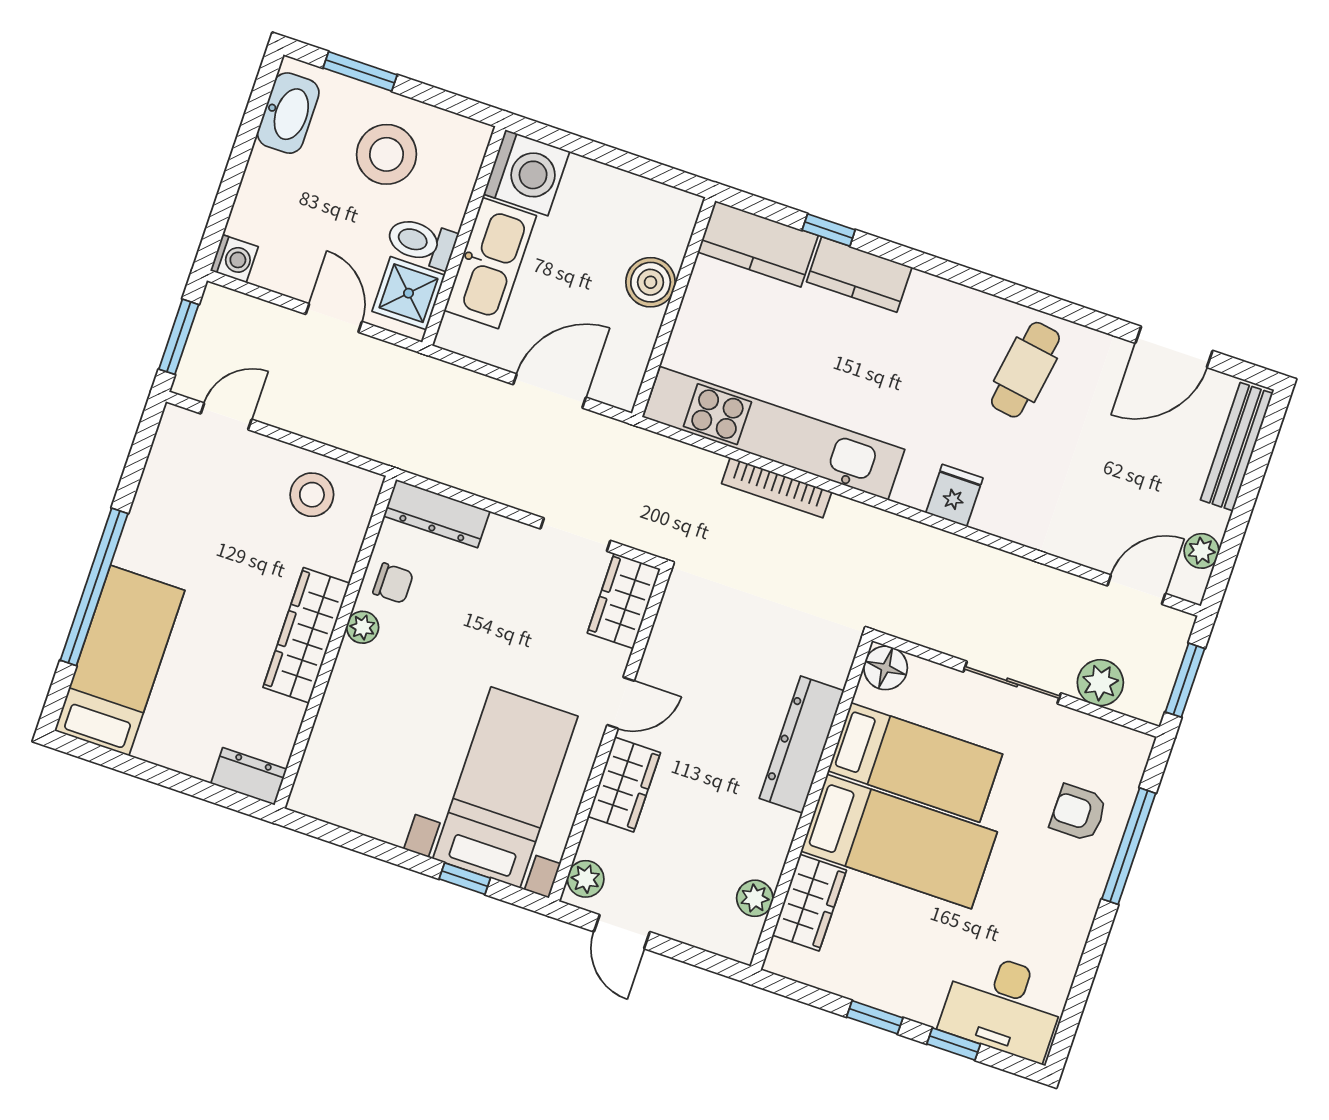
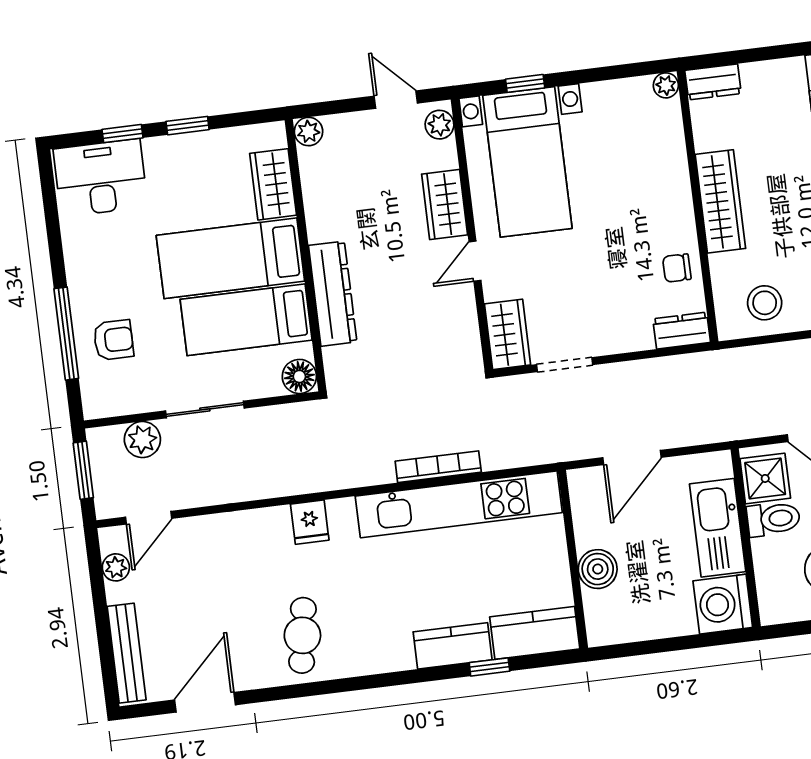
dresser: (437, 514) -> (682, 331), width x0.70
plant: (363, 627) -> (666, 85), moved
plant: (755, 898) -> (308, 132), moved

